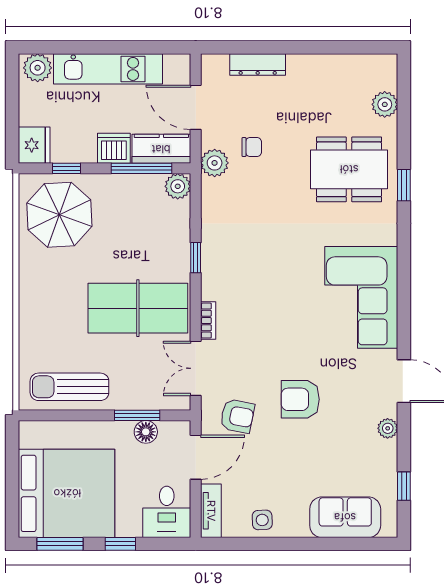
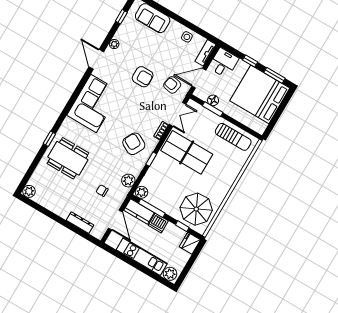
plant: (385, 104) -> (29, 191), moved
plant: (215, 163) -> (128, 181), moved
armchair: (244, 267) -> (134, 144), added

